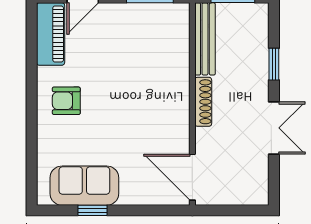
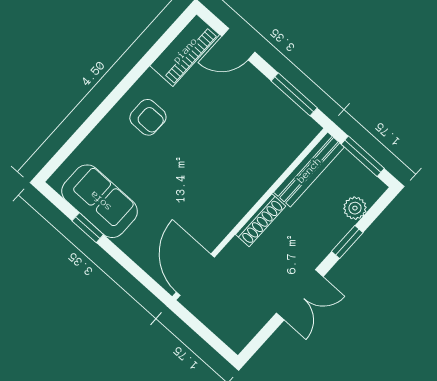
plant: (259, 37) -> (355, 208), added
armchair: (66, 101) -> (148, 117), turned 180

